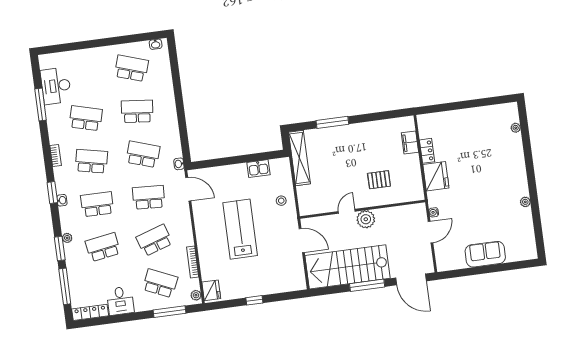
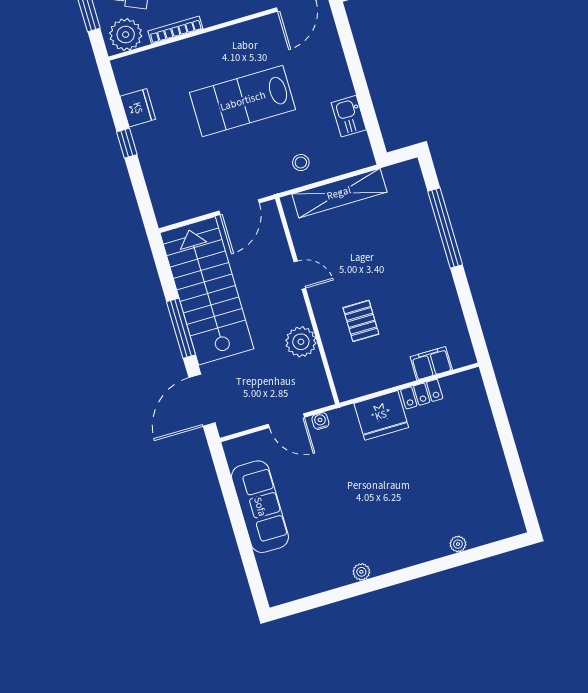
window: (332, 122) -> (445, 228), width x1.46
plant: (516, 128) -> (458, 544), moved
shelving: (299, 158) -> (339, 193), moved
plant: (366, 219) -> (301, 342), moved
lab bench: (240, 229) -> (243, 101), turned 180
sofa: (485, 254) -> (260, 507), width x1.36
fridge: (211, 290) -> (138, 108), moved, turned -90
plant: (196, 295) -> (126, 35), width x1.87, depth x1.87

